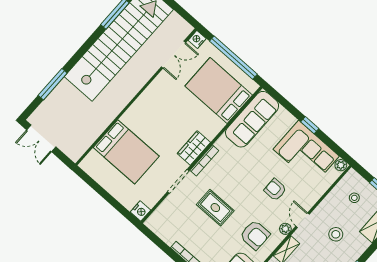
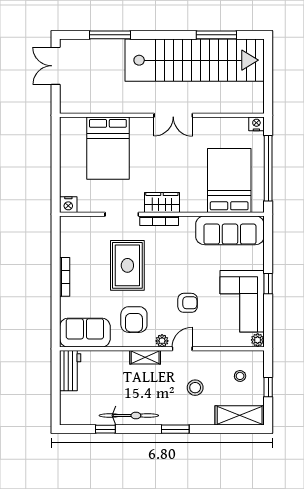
double door: (173, 55) -> (173, 115), moved
armchair: (275, 190) -> (188, 303), turned 90
rug: (215, 208) -> (127, 265), width x1.36, depth x1.43

